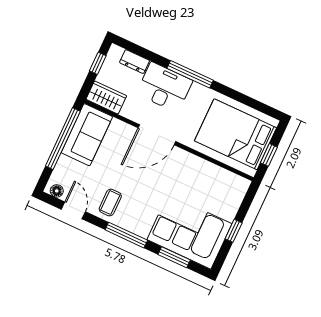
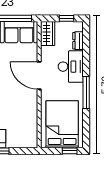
window: (190, 74) -> (86, 92), moved
window: (269, 155) -> (70, 151), moved

